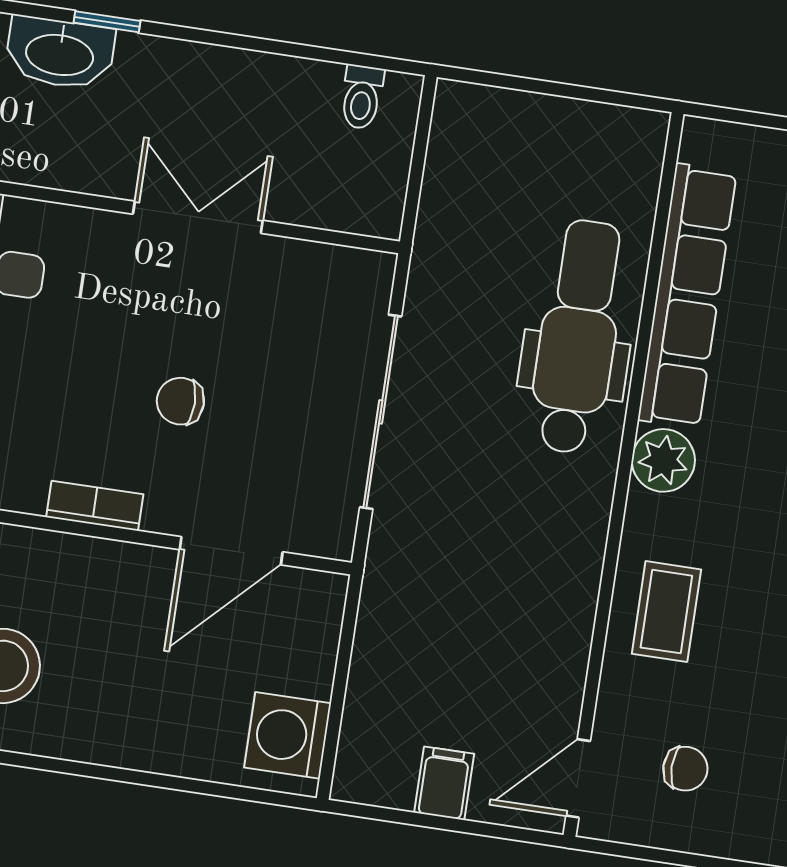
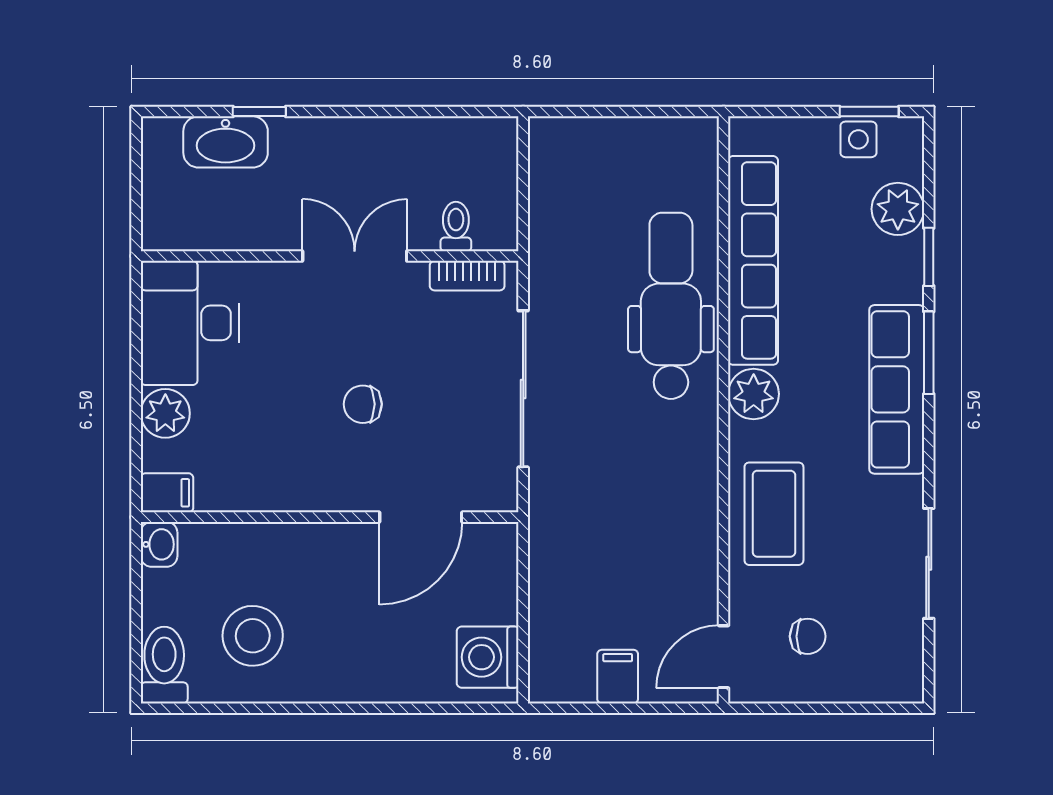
toilet: (362, 97) -> (456, 226), moved, turned 180
bookcase: (95, 506) -> (467, 276), moved, turned 180
coffee table: (666, 612) -> (774, 514), width x1.36, depth x1.30

